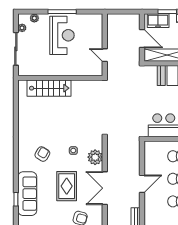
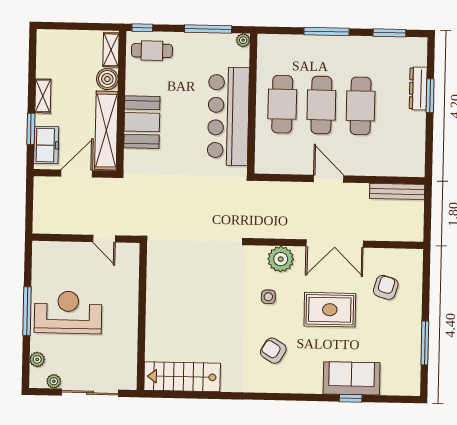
door: (105, 55) -> (104, 239), hinge flipped
stairs: (49, 88) -> (182, 377), moved, turned -90
sofa: (27, 194) -> (352, 378), width x0.73

